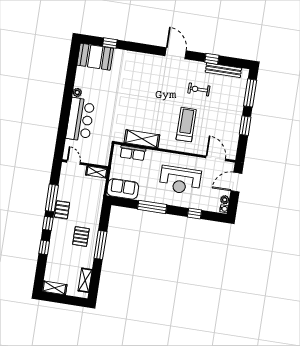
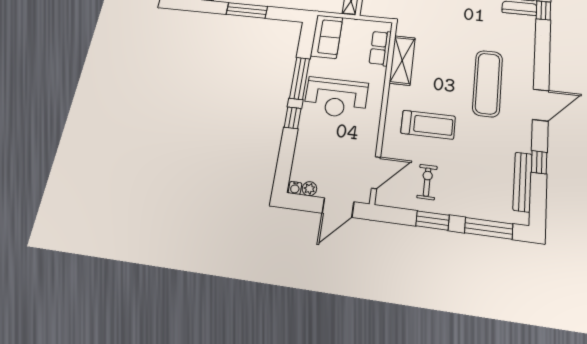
exercise mat: (160, 85) -> (488, 83), added
exercise bike: (199, 89) -> (427, 182), moved
reception desk: (180, 180) -> (336, 98), moved, turned -90
door: (236, 182) -> (338, 207), swing flipped
window: (195, 213) -> (293, 118), moved

